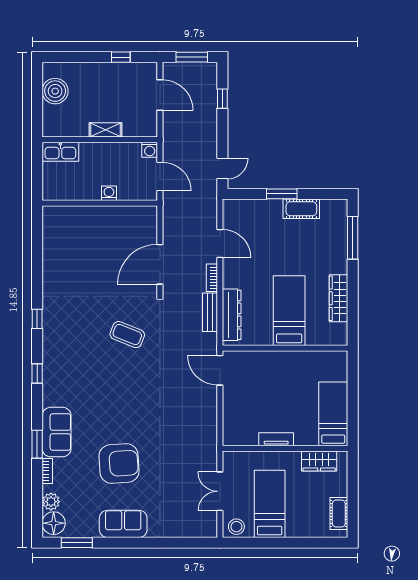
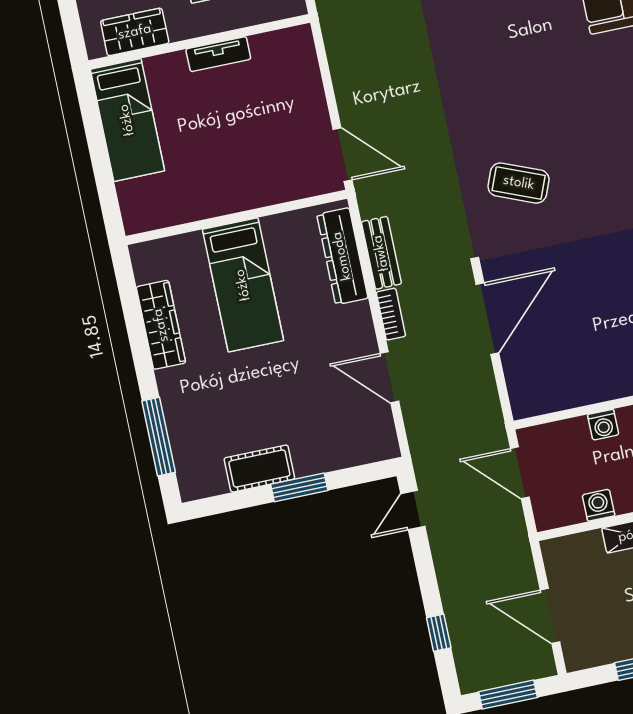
washing machine: (150, 150) -> (599, 505), moved

